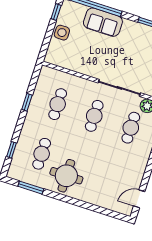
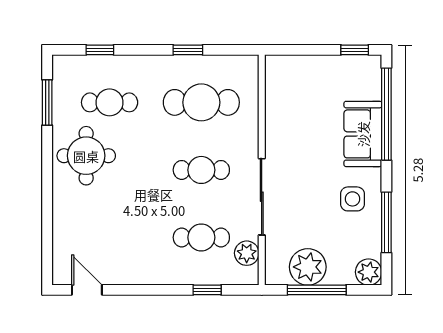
side table: (62, 33) -> (352, 199), moved
cafe table: (58, 104) -> (201, 102), width x1.37, depth x1.35

